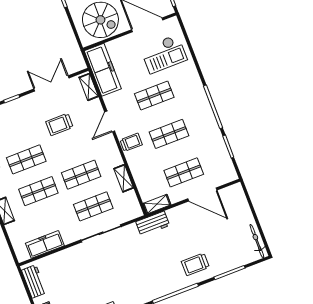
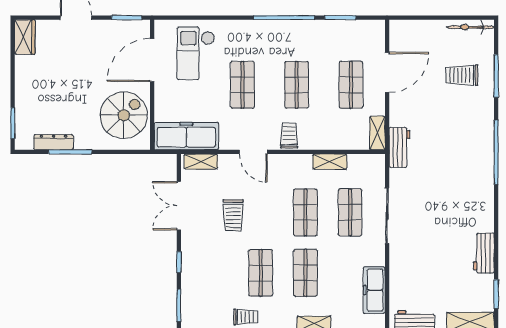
checkout: (164, 54) -> (196, 53), turned 180
trolley: (195, 264) -> (462, 75), moved, turned 90

